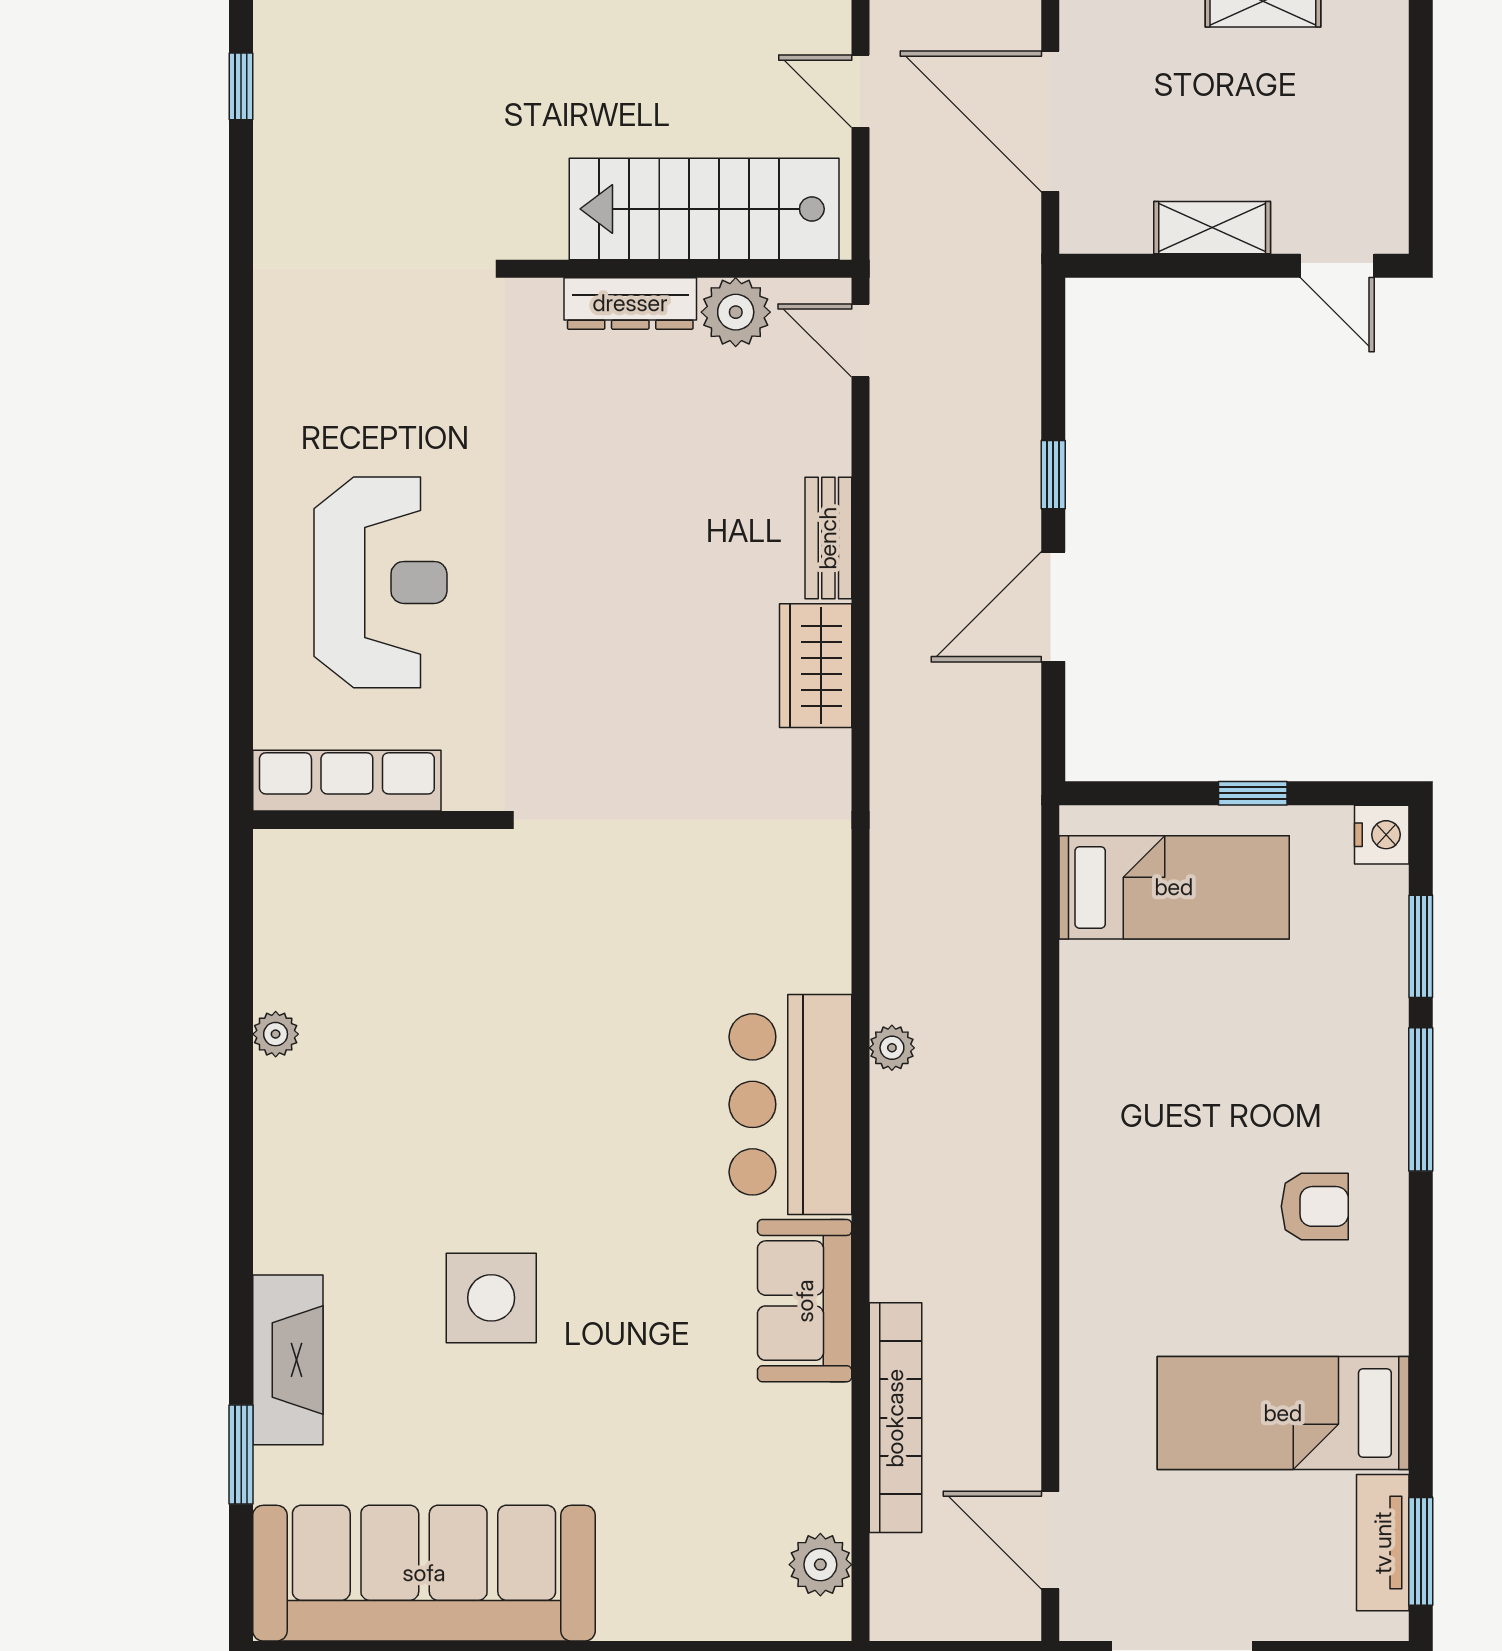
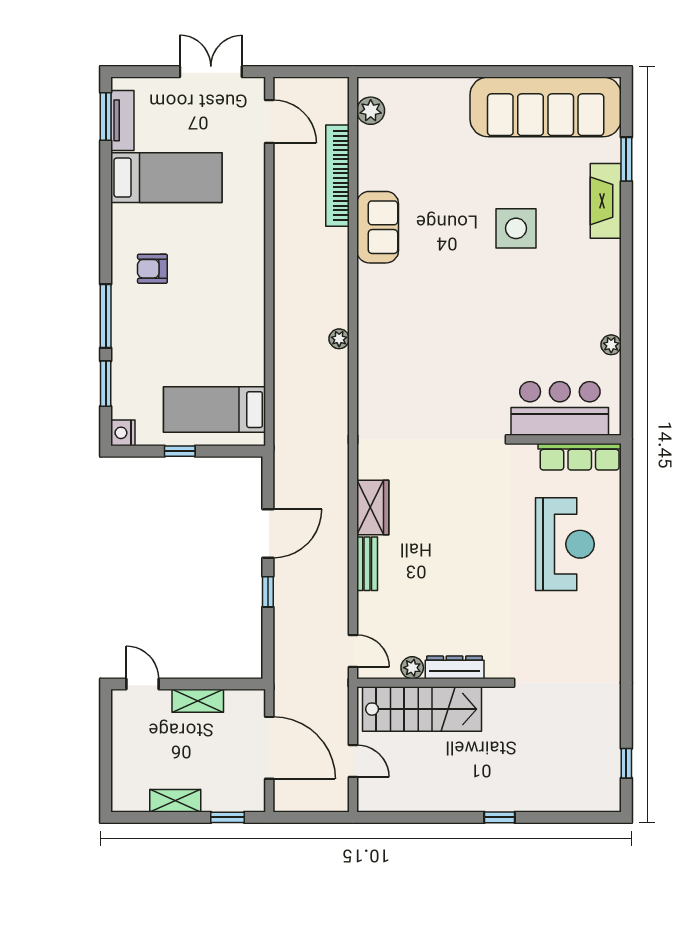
plant: (736, 312) -> (412, 668), width x0.73, depth x0.73
reception desk: (380, 582) -> (565, 544), turned 180
bar counter: (790, 1104) -> (560, 408), moved, turned -90

